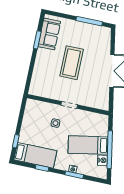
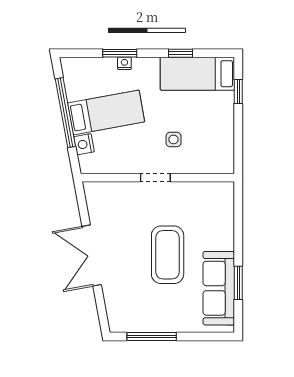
sofa: (49, 34) -> (219, 288), width x1.36
nightstand: (103, 160) -> (84, 144), moved

